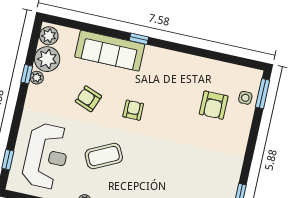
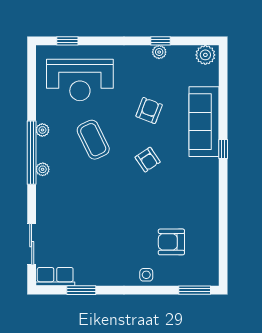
plant: (47, 59) -> (181, 58), removed
side table: (245, 98) -> (146, 275), moved
armchair: (133, 110) -> (148, 160), turned 56

